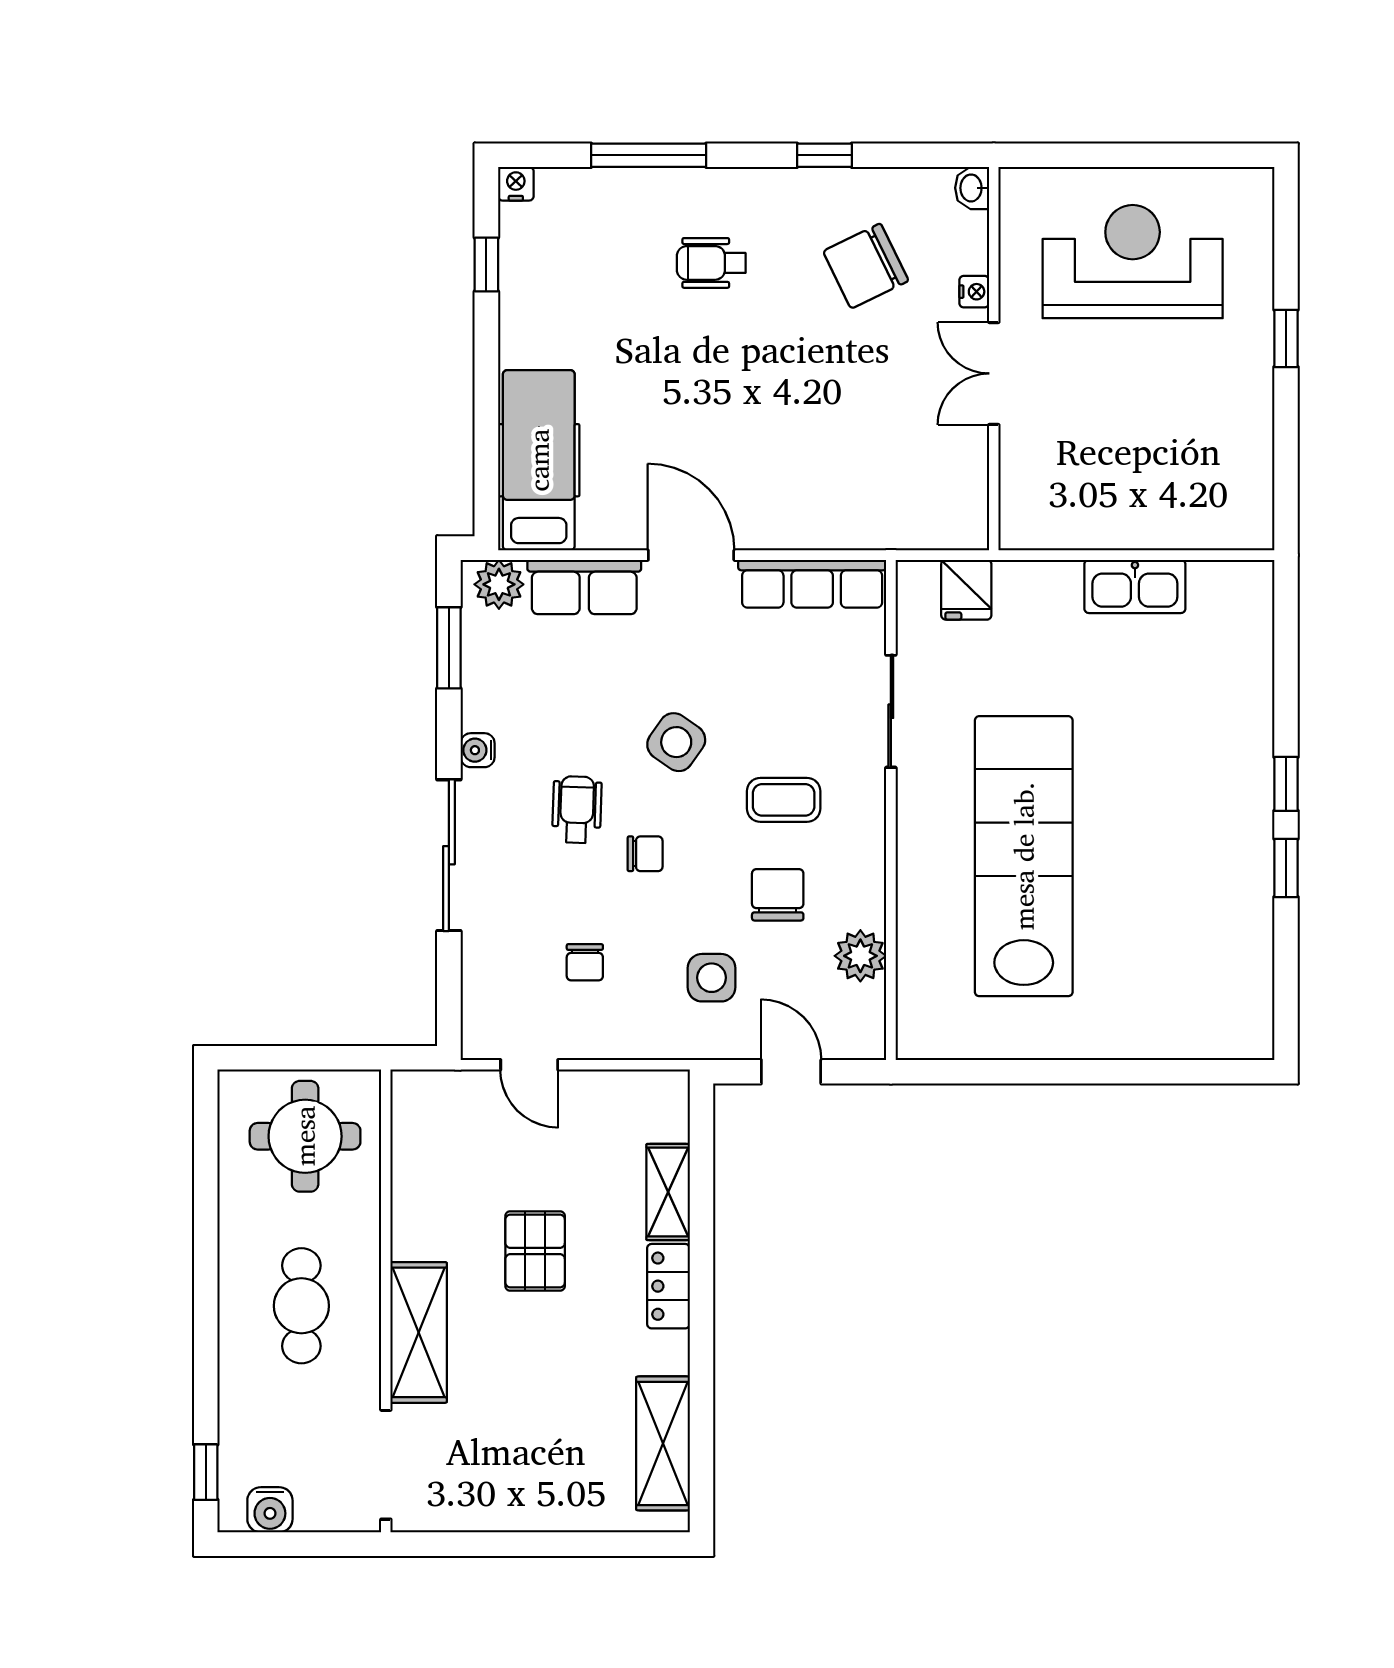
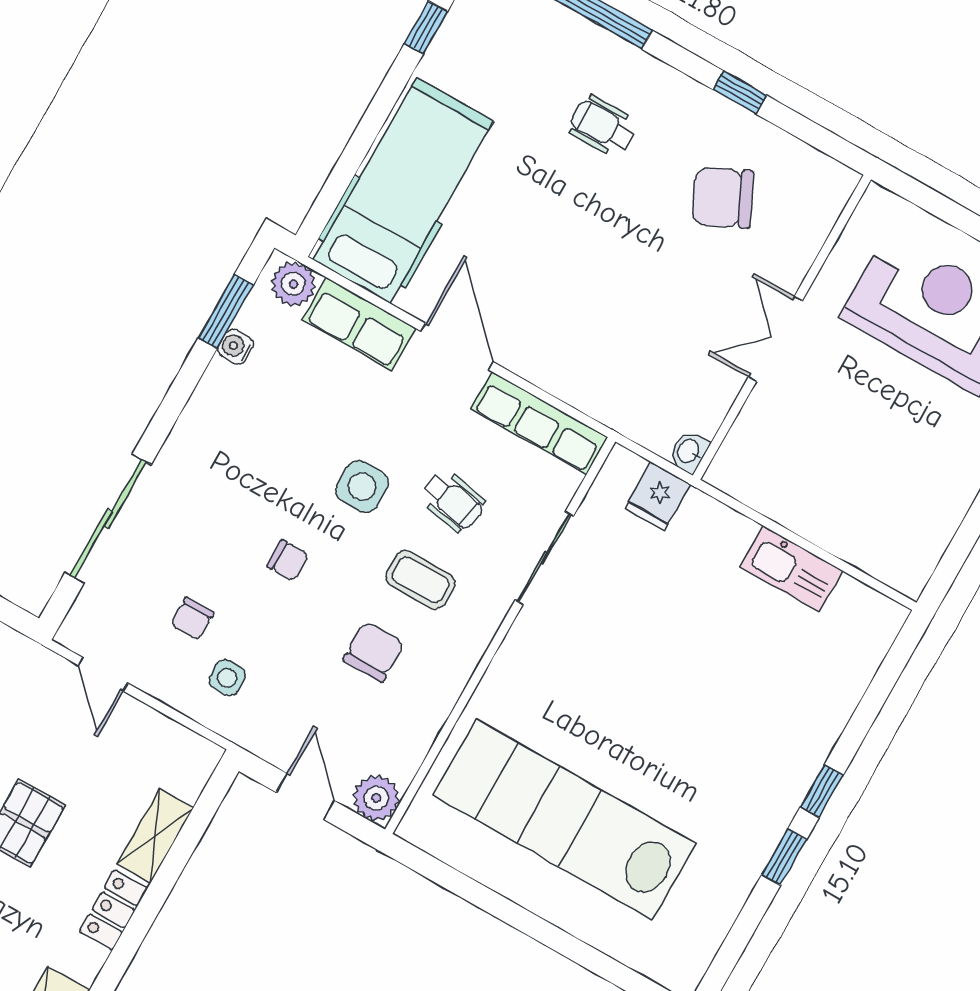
washbasin: (972, 188) -> (689, 452), moved
nightstand: (974, 292) -> (796, 266), removed
hospital bed: (539, 460) -> (403, 190), width x1.37, depth x1.29
side table: (676, 742) -> (362, 487), turned -35
water cooler: (478, 750) -> (235, 347), moved
wheelchair: (577, 810) -> (453, 501), moved, turned 99
sliding door: (449, 855) -> (108, 519), moved
lab bench: (1024, 856) -> (564, 819), moved, turned -90
plant: (860, 956) -> (376, 798), moved
side table: (712, 978) -> (227, 678), moved, width x0.73, depth x0.73

